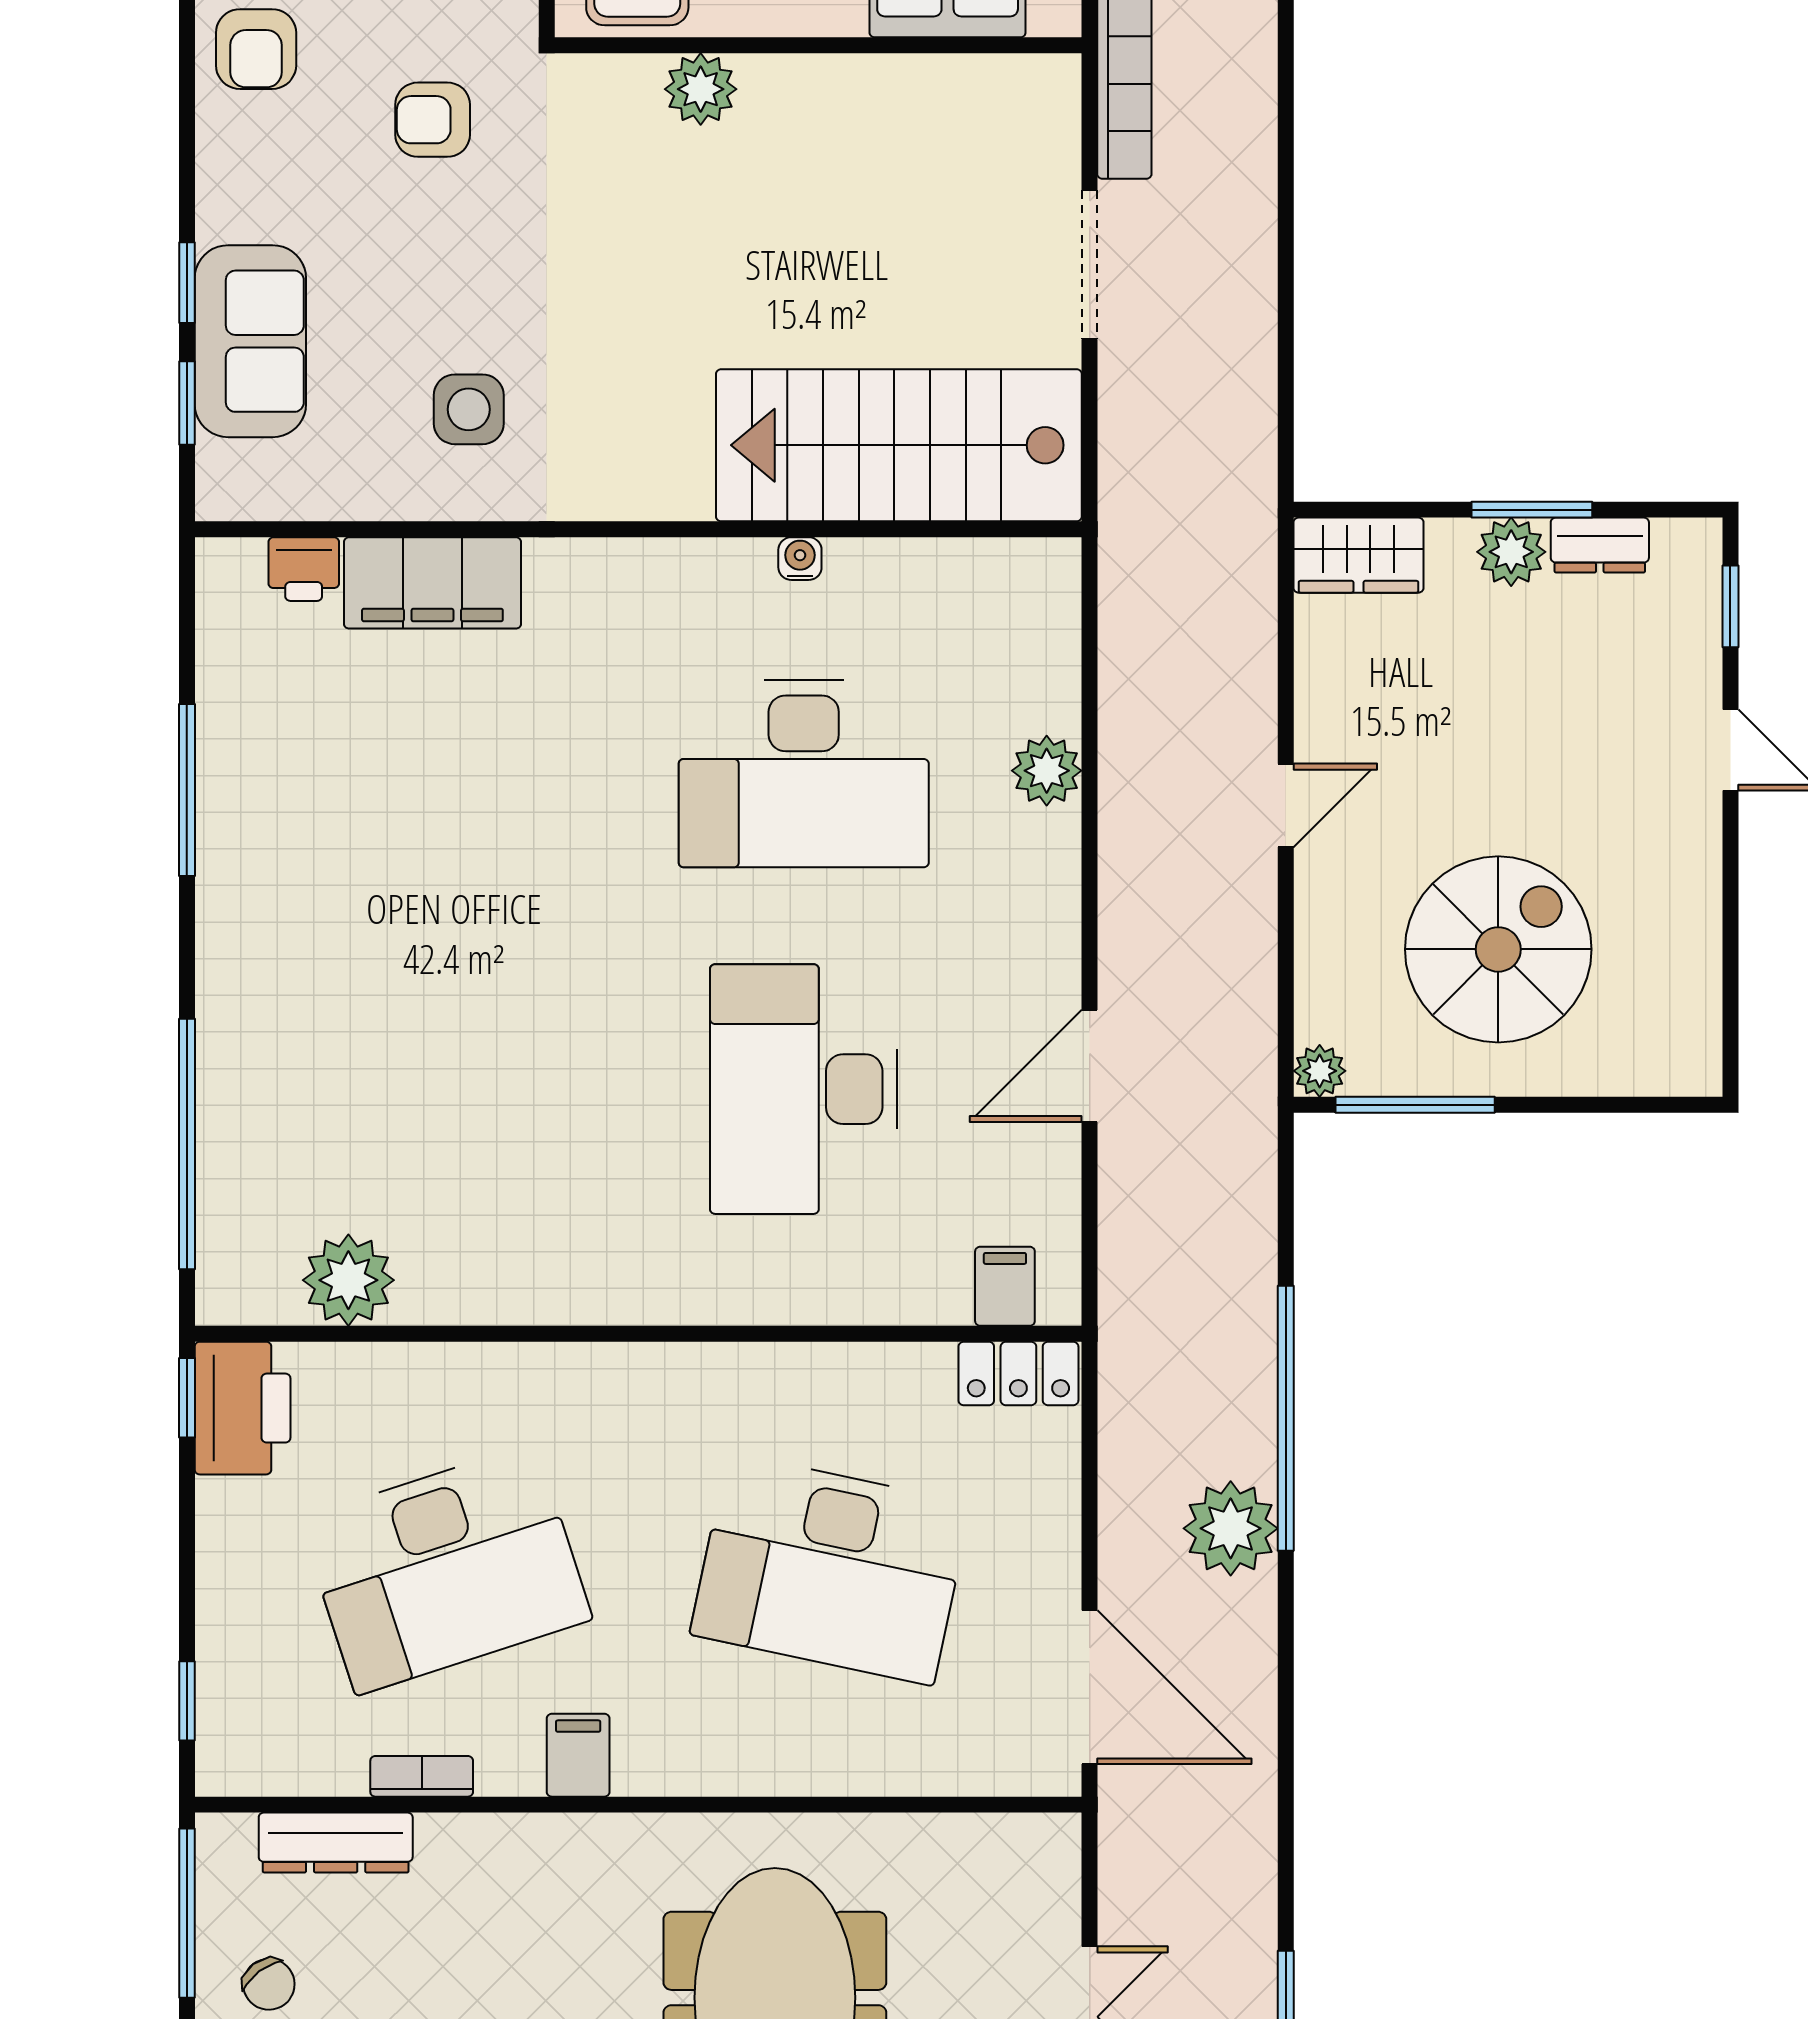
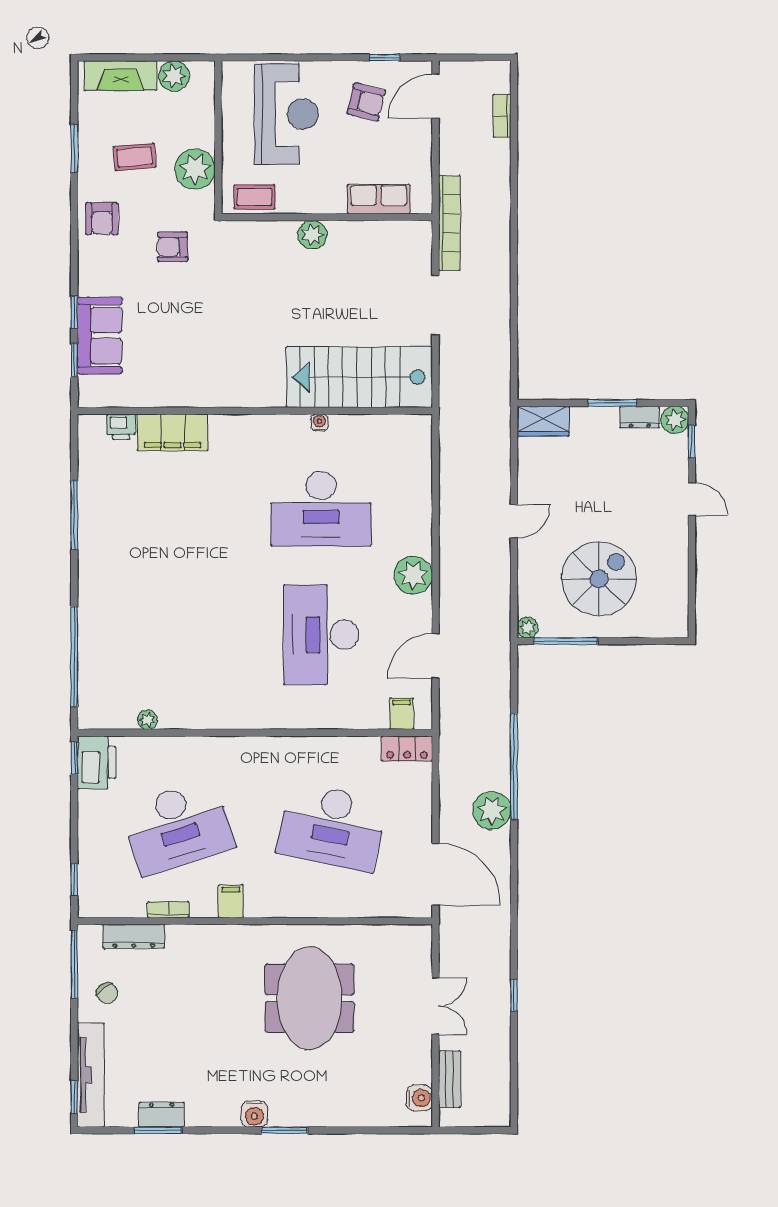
plant: (701, 89) -> (312, 235), moved
side table: (469, 409) -> (187, 363), removed
plant: (1511, 552) -> (675, 420), moved
plant: (1047, 771) -> (413, 575), moved, width x1.36, depth x1.36
door: (1090, 1066) -> (435, 656), moved
plant: (348, 1280) -> (147, 720), width x0.53, depth x0.53

